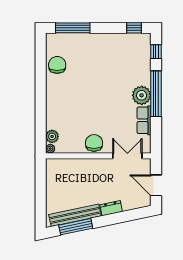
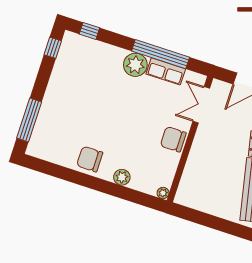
chair: (57, 65) -> (90, 159), moved
window: (156, 94) -> (161, 54), moved
plant: (52, 136) -> (122, 177), moved

